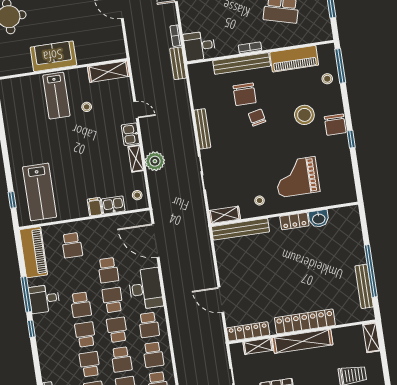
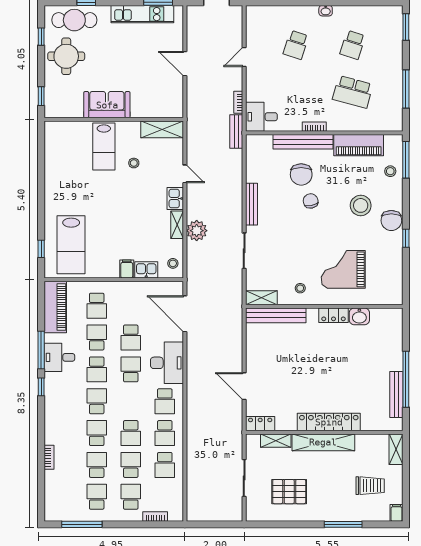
school desk: (117, 330) -> (97, 338), moved
locker: (248, 331) -> (260, 424), width x0.66

